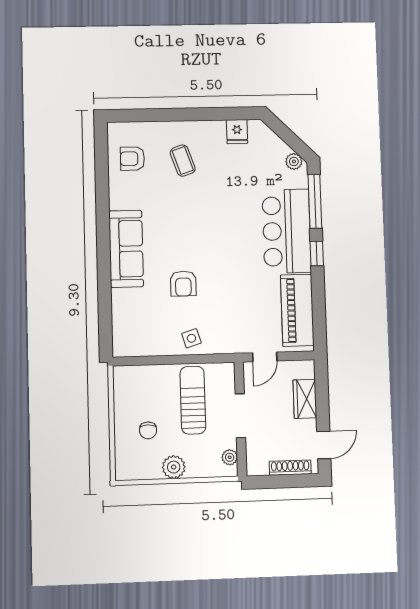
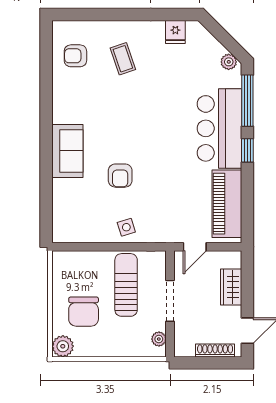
sofa: (126, 249) -> (67, 151), width x0.73
chair: (148, 430) -> (84, 312), width x1.87, depth x1.87
plant: (174, 467) -> (63, 346), moved

